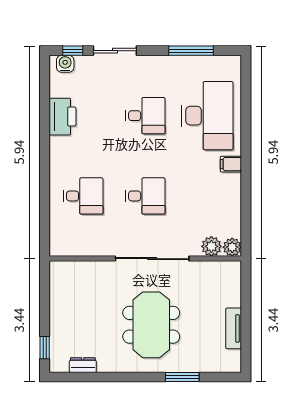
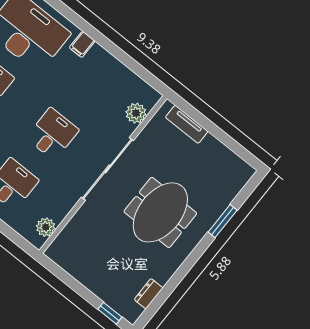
plant: (232, 247) -> (46, 227), moved
meeting table: (151, 325) -> (160, 212), turned 90
tv unit: (234, 328) -> (187, 124), moved

